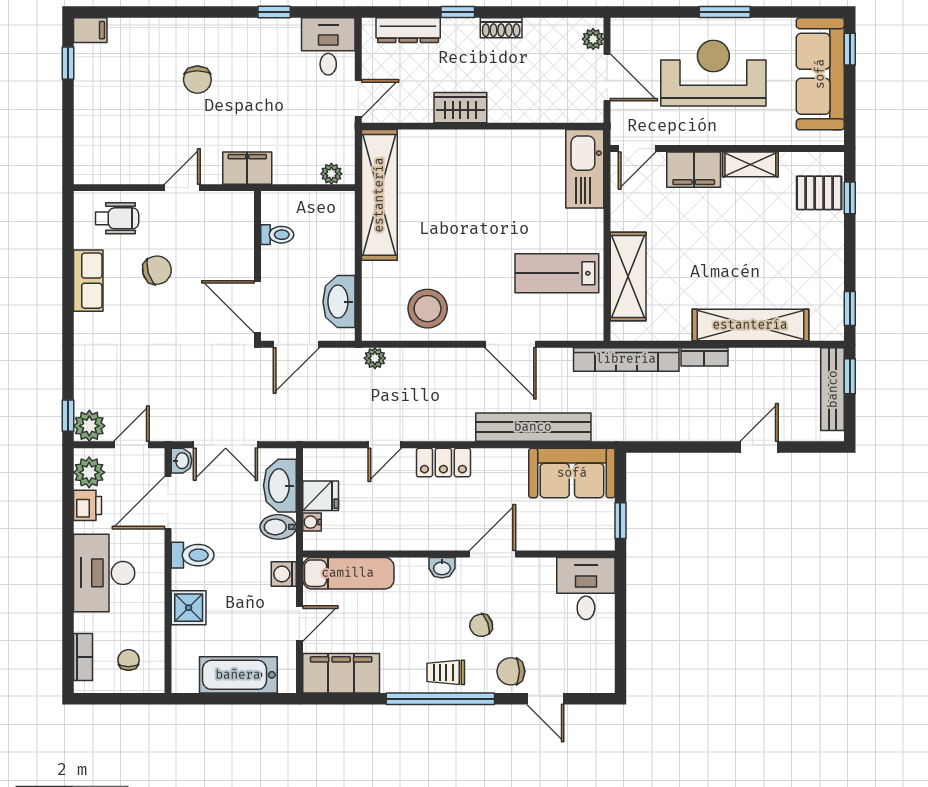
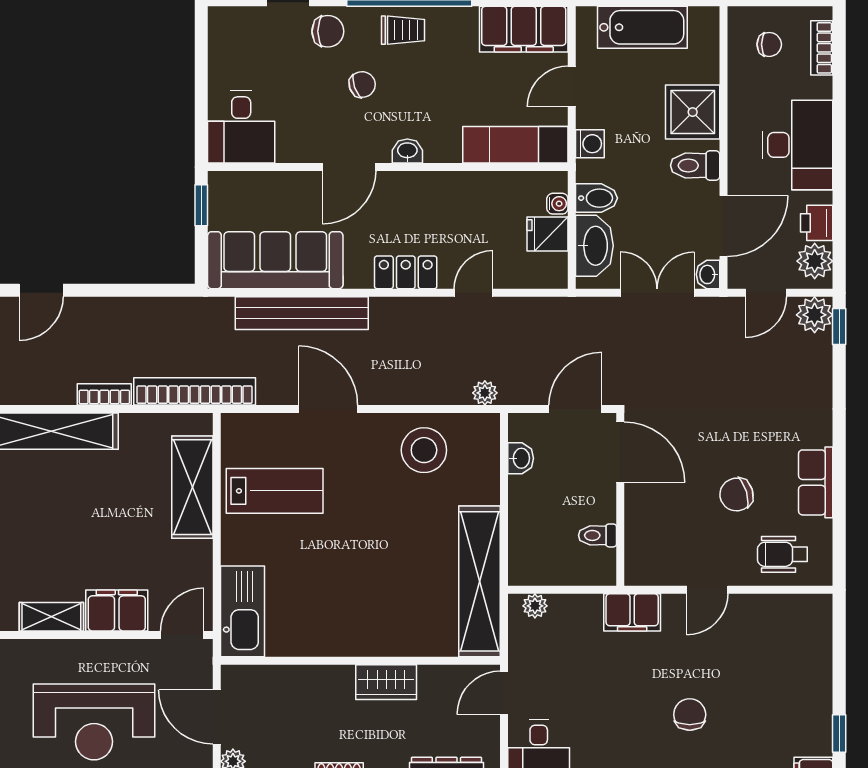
washbasin: (339, 302) -> (521, 458), width x0.52, depth x0.69
sofa: (572, 473) -> (275, 260), width x1.36
shower: (189, 608) -> (693, 112), width x1.36, depth x1.36
chair: (129, 660) -> (769, 44), turned -90

